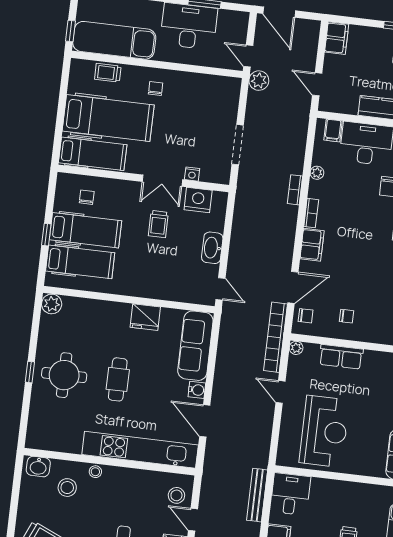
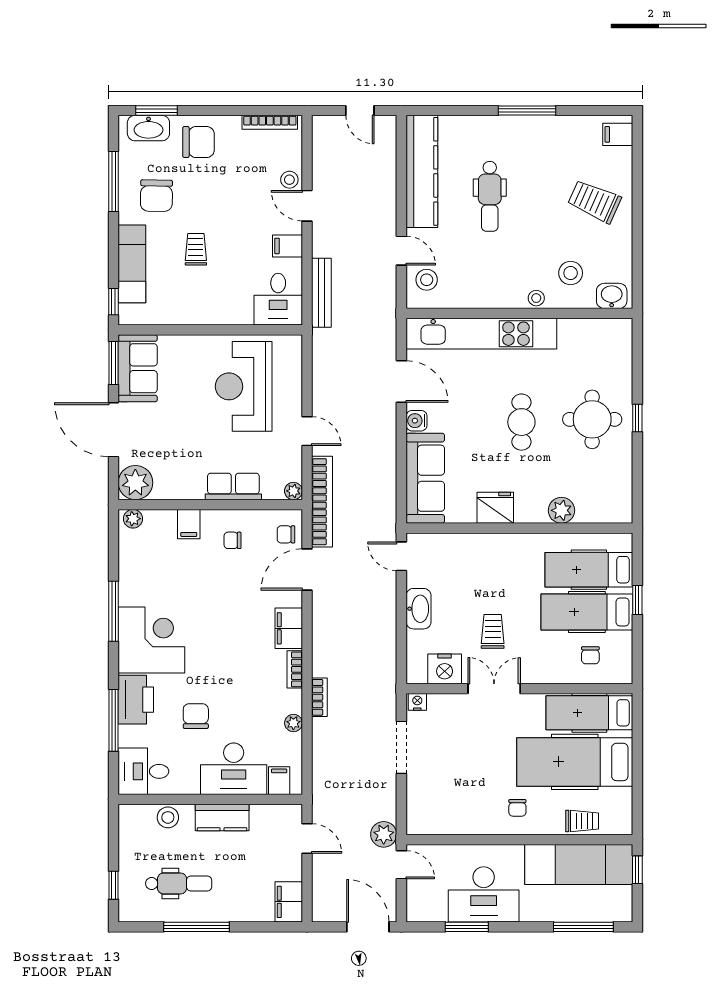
nightstand: (192, 174) -> (417, 702), moved
plant: (52, 304) -> (561, 510), moved
filing cabinet: (378, 332) -> (189, 524), added

